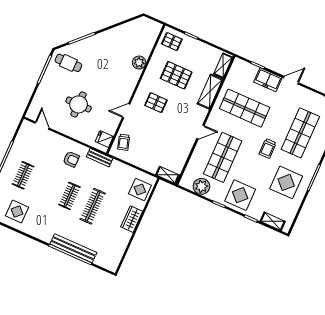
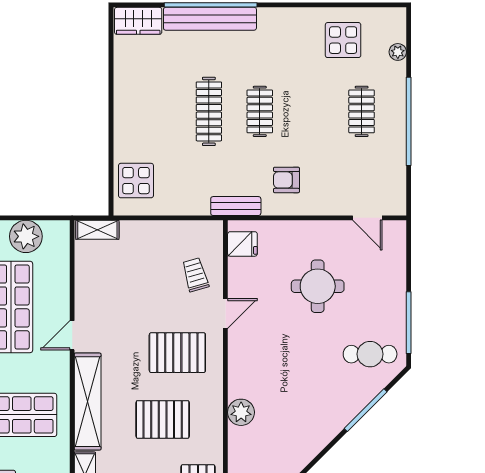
shelving: (210, 92) -> (88, 402), width x1.47
pallet: (156, 103) -> (177, 353), width x1.50, depth x1.42
trolley: (124, 142) -> (195, 275), moved
wardrobe: (132, 219) -> (138, 21), moved, turned 90

